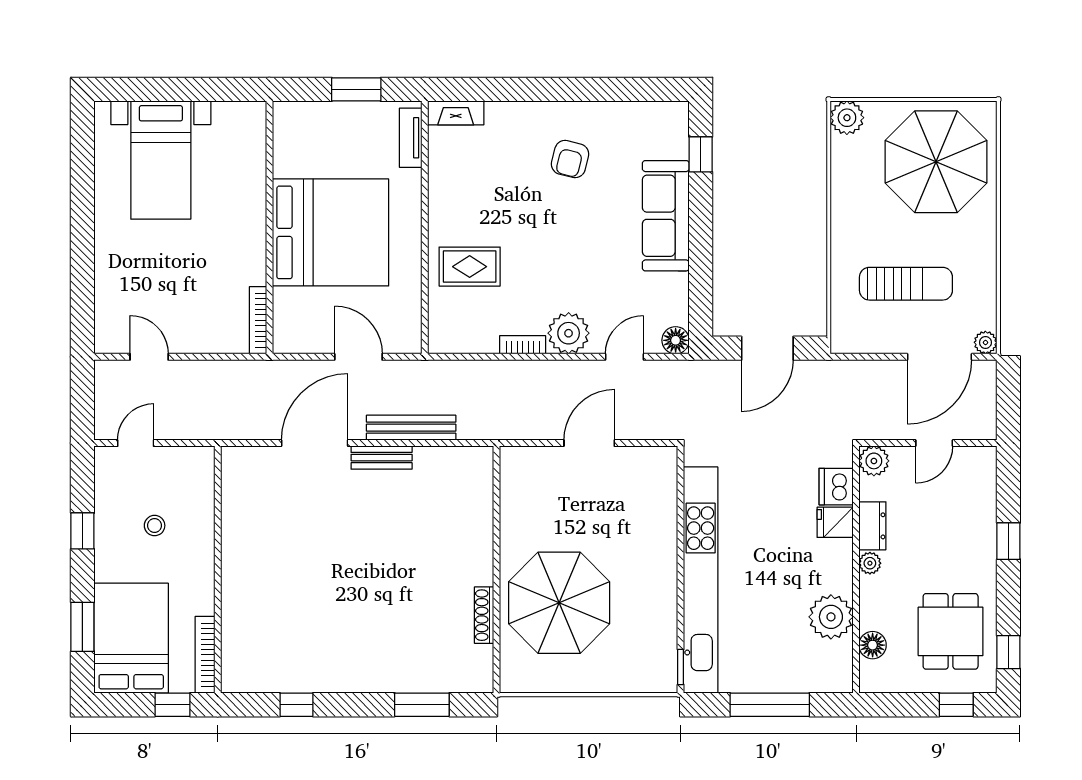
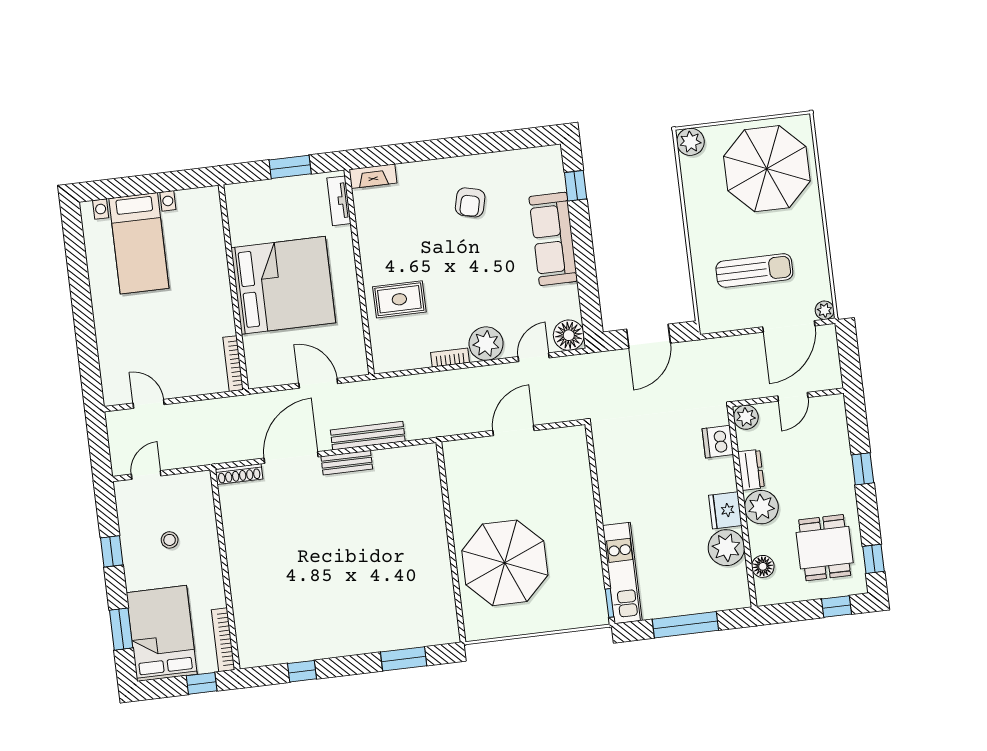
floor lamp: (676, 340) -> (569, 335), width x1.38, depth x1.38
fridge: (835, 522) -> (725, 510), moved, width x1.38
plant: (870, 563) -> (761, 507), width x1.88, depth x1.88
kitchen unit: (701, 580) -> (622, 573), width x0.54
shoe rack: (484, 615) -> (239, 474), moved, turned -90

